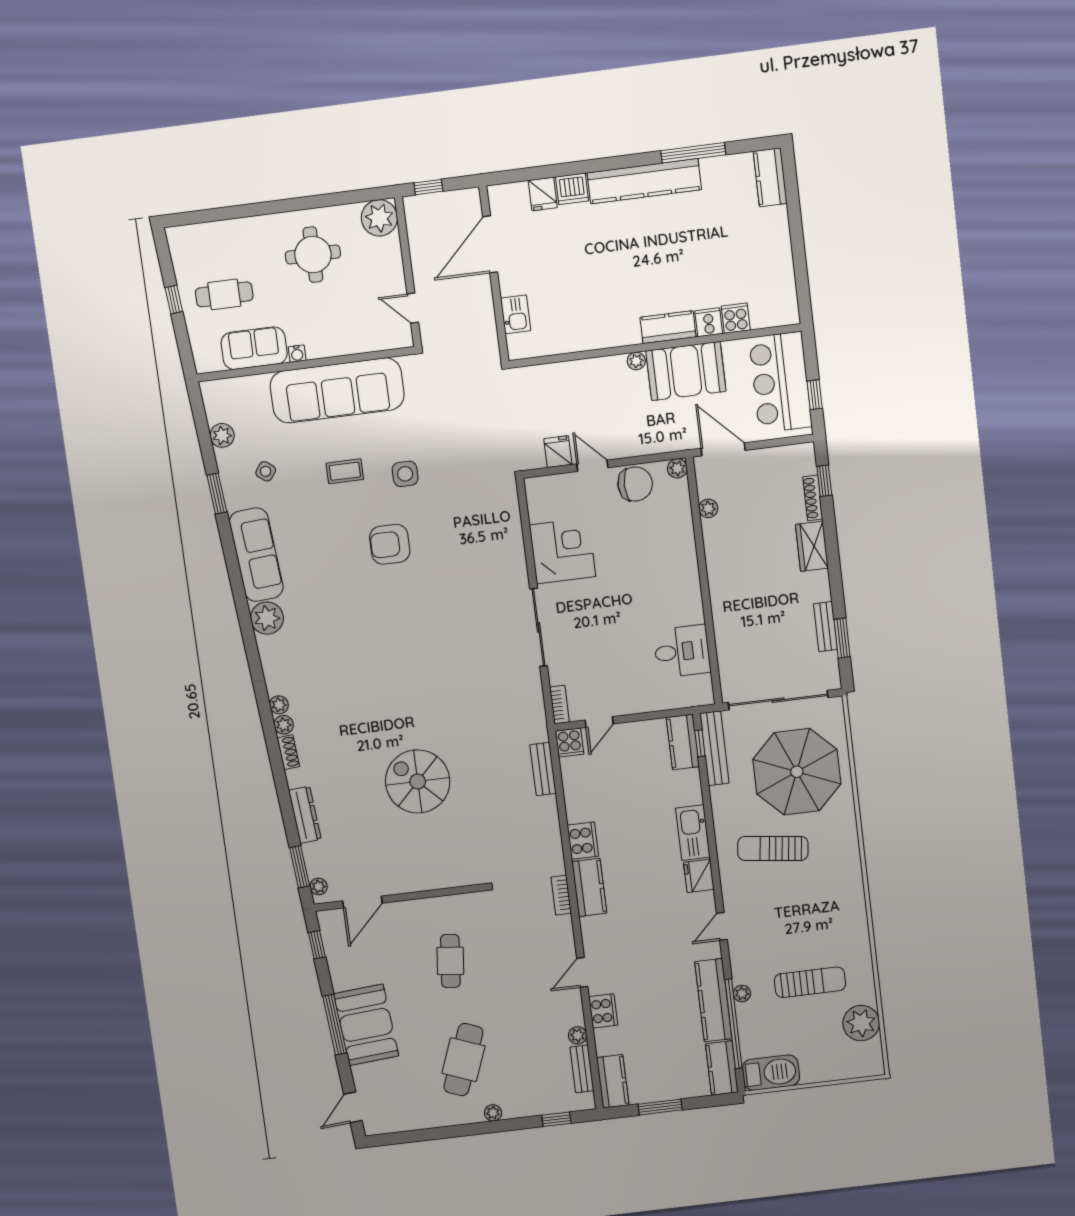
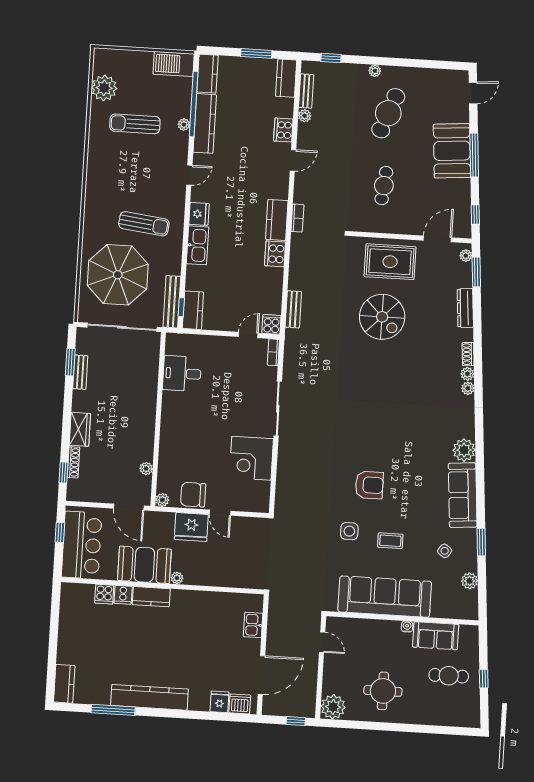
dishwasher: (572, 189) -> (240, 704), moved
fridge: (558, 452) -> (191, 527), moved, width x1.88, depth x1.34
rug: (421, 859) -> (390, 262), added

